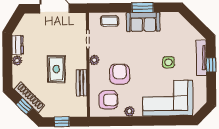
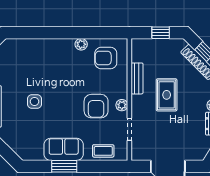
armchair: (120, 74) -> (96, 106), moved
corner sofa: (168, 98) -> (36, 59), removed

